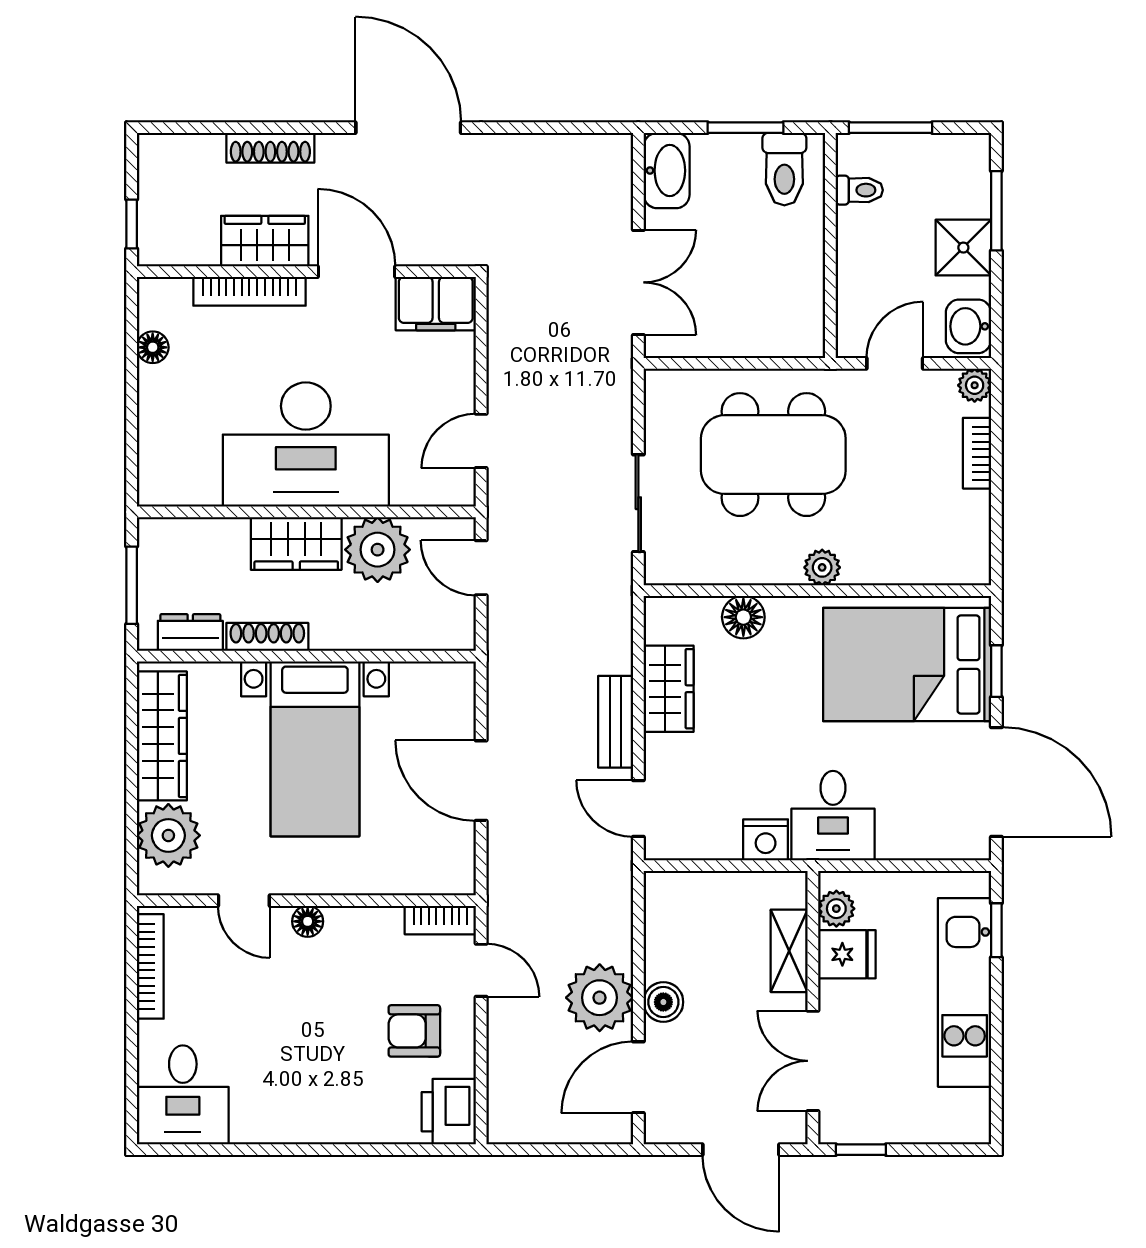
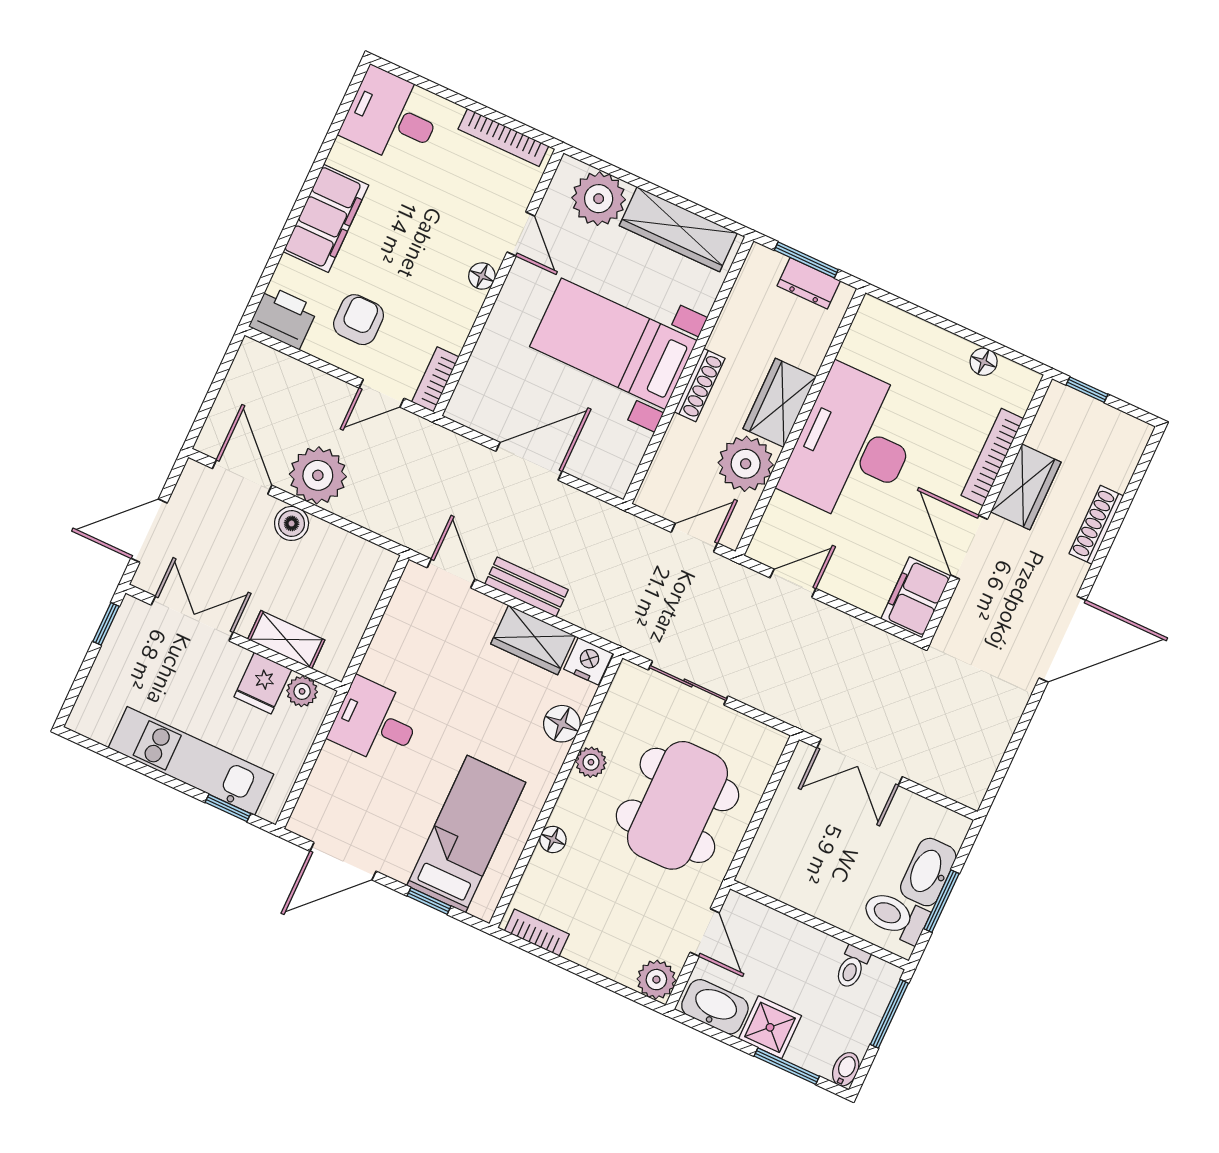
bidet: (971, 147) -> (846, 1069), added
washbasin: (667, 171) -> (928, 872), moved, turned 90
door: (357, 272) -> (969, 547), swing flipped
washbasin: (968, 326) -> (715, 1007), width x1.38
plant: (975, 385) -> (656, 980), width x1.38, depth x1.38
door: (481, 441) -> (793, 583), hinge flipped
bookcase: (977, 453) -> (537, 932), moved
plant: (822, 567) -> (591, 762), moved
floor lamp: (870, 570) -> (553, 839), added
dresser: (190, 633) -> (809, 283), moved, turned 90
shoe rack: (267, 637) -> (700, 385), moved
bed: (907, 665) -> (466, 834), width x0.67
door: (996, 782) -> (343, 861), width x0.73
door: (638, 808) -> (451, 573), hinge flipped
nightstand: (766, 840) -> (588, 661), moved, turned 90
door: (244, 901) -> (521, 234), swing flipped
filing cabinet: (323, 1115) -> (326, 218), added

